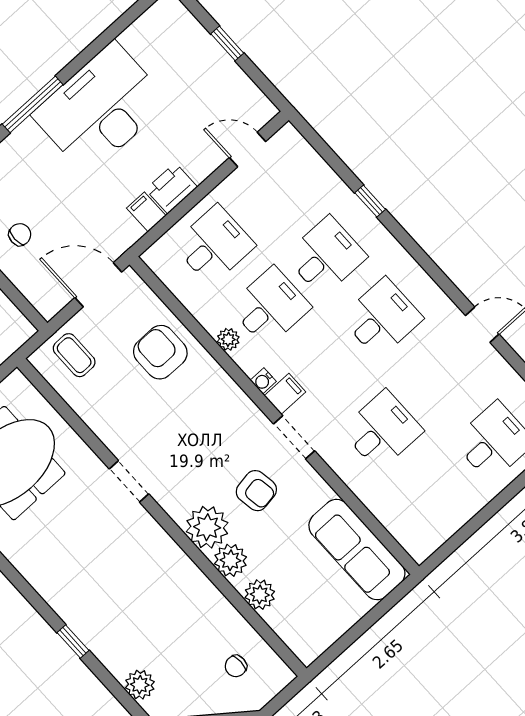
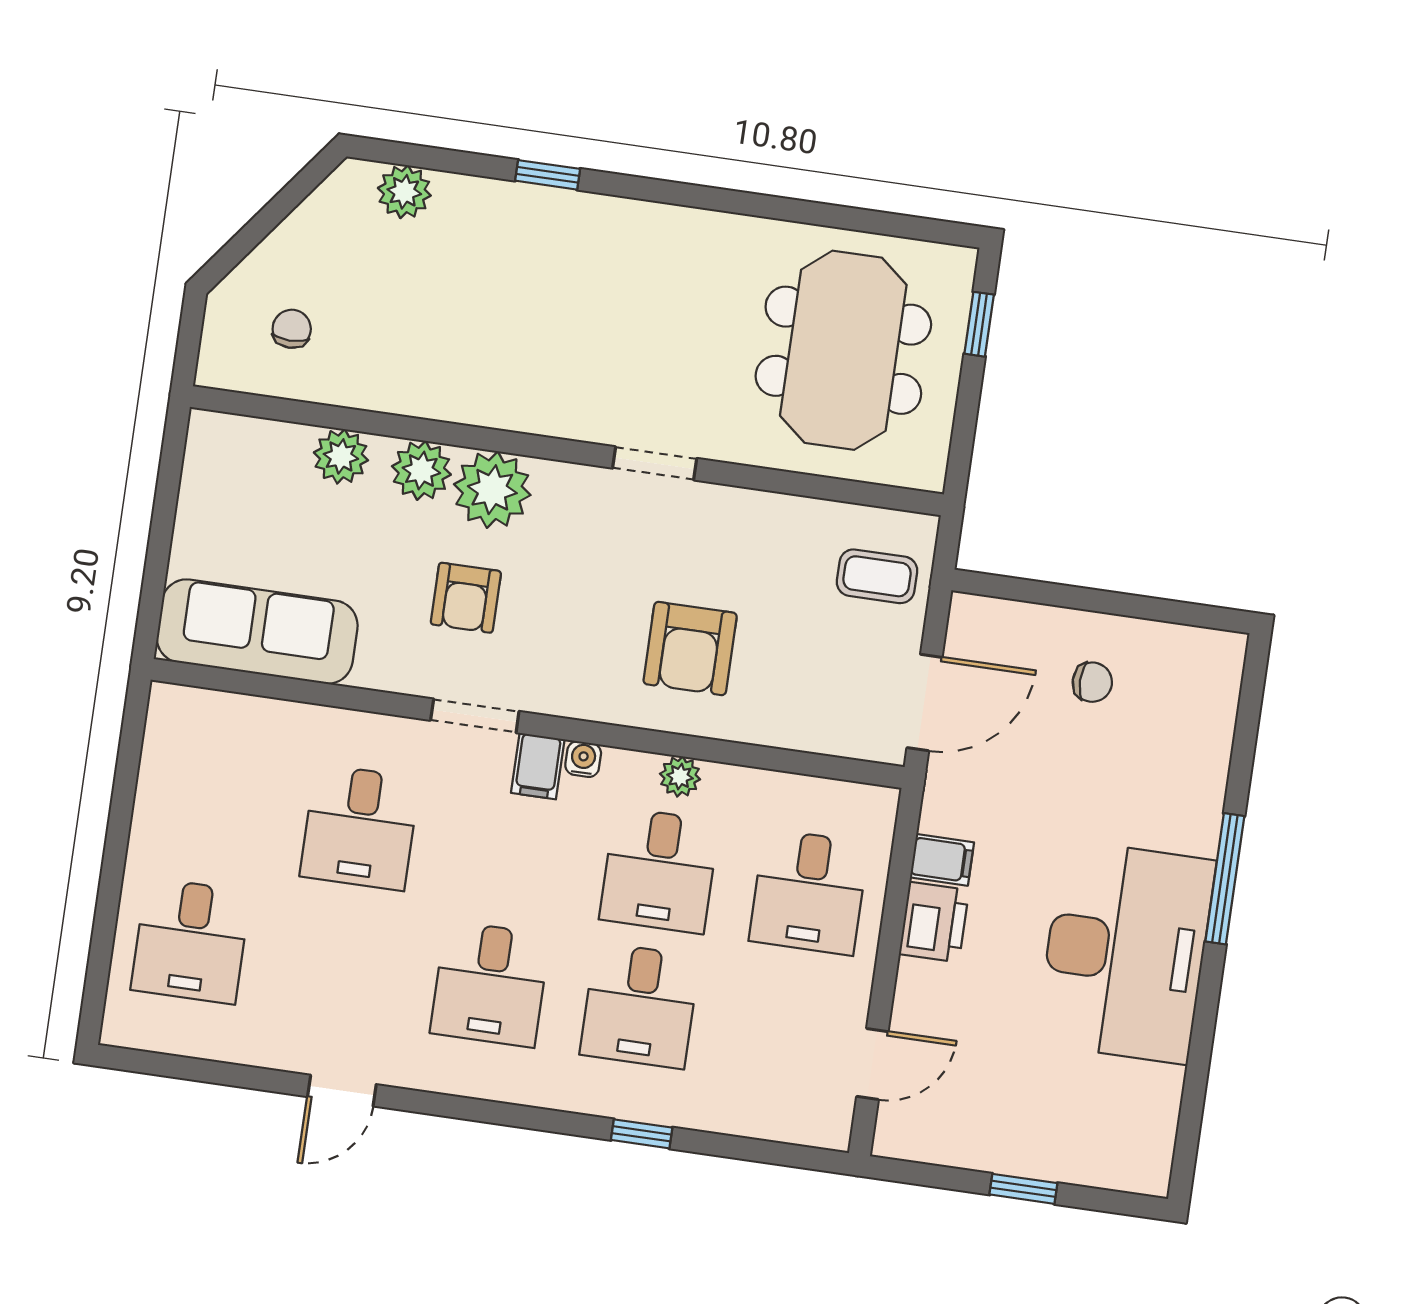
chair: (20, 235) -> (1092, 682), turned -90
armchair: (160, 352) -> (690, 648), moved, turned 90
armchair: (256, 491) -> (466, 598), turned -81

